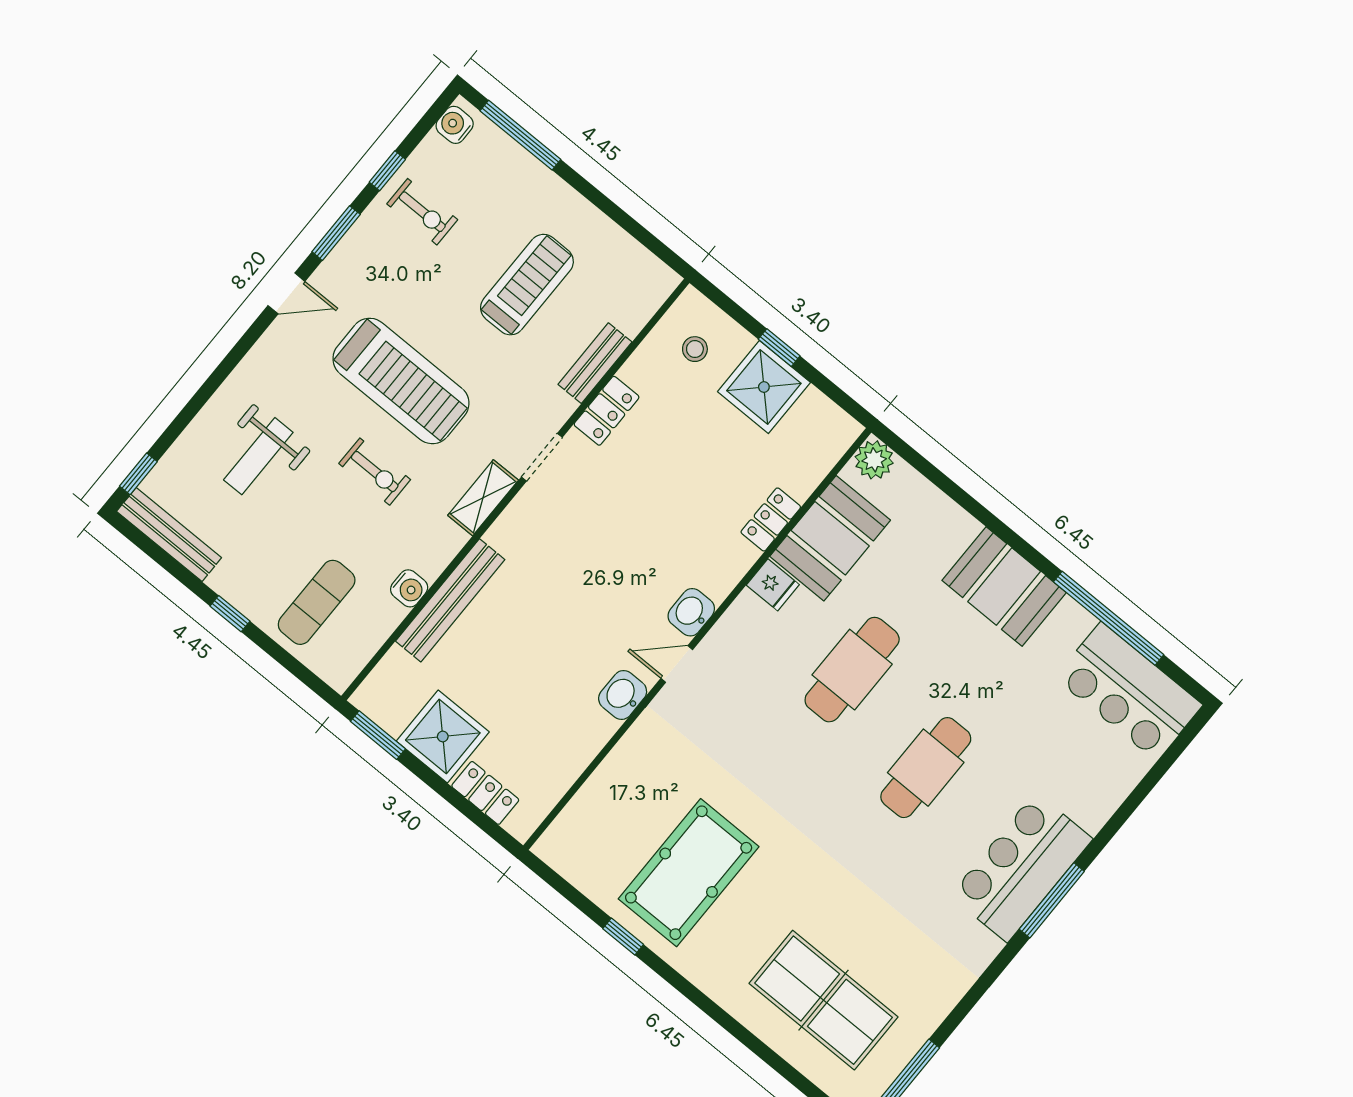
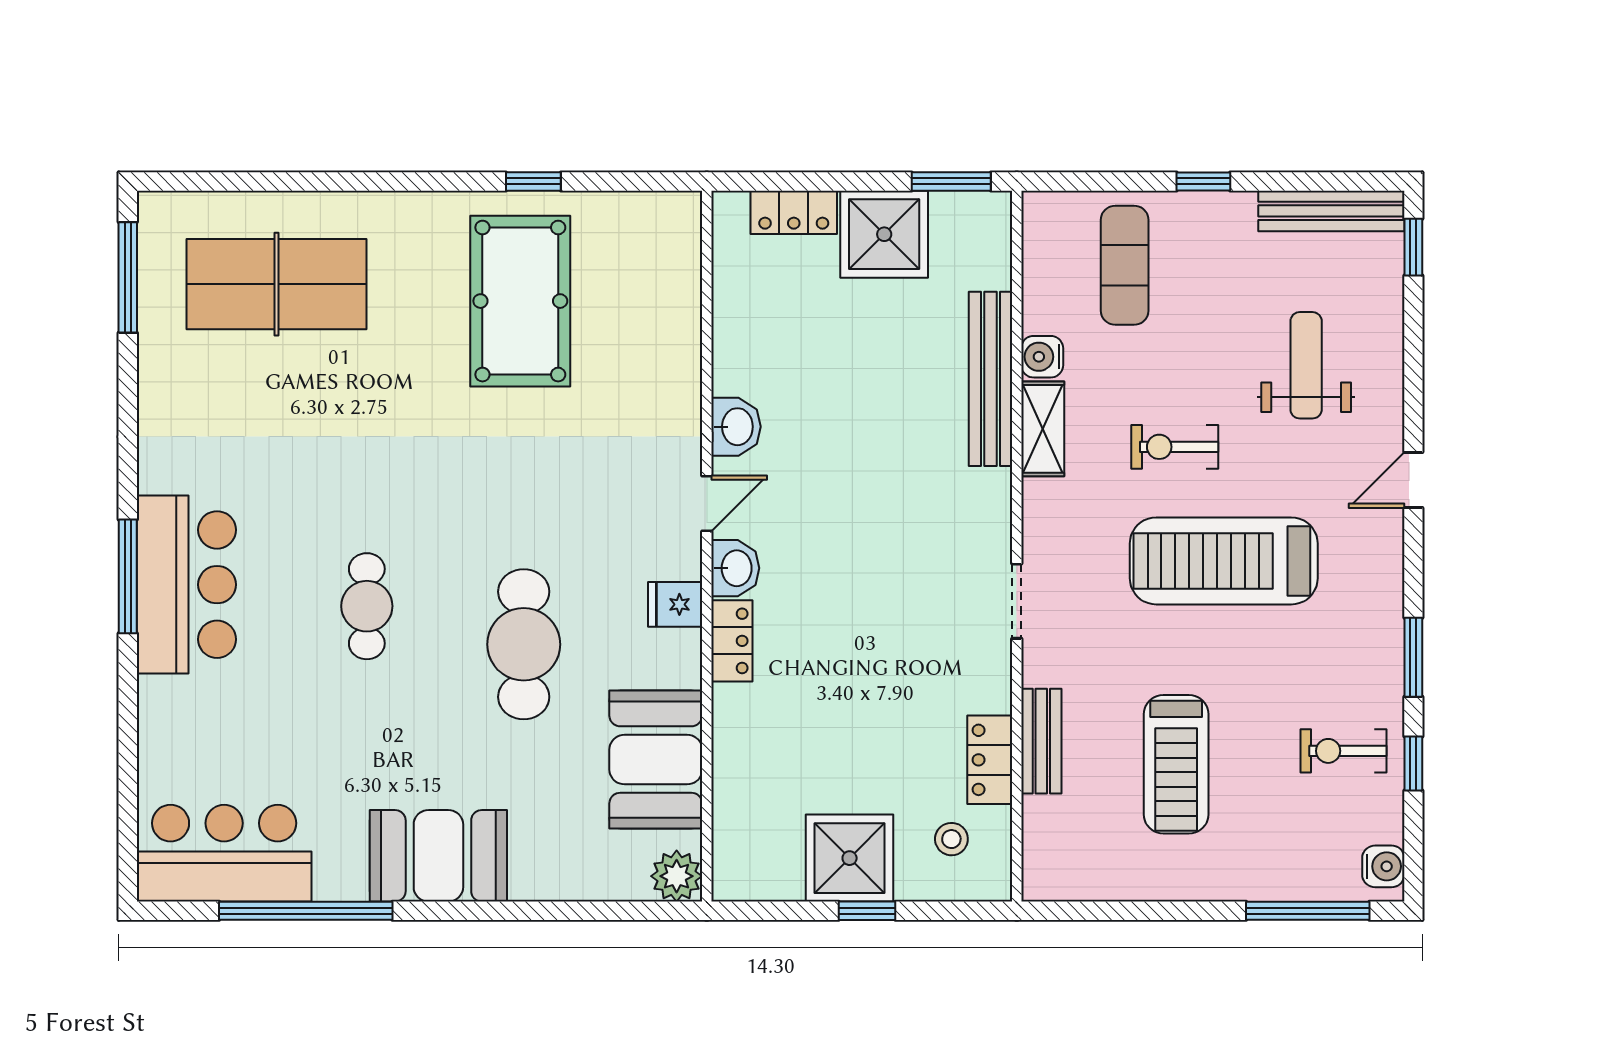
door: (286, 293) -> (1413, 480), moved
locker: (607, 411) -> (990, 760), moved
shelving: (483, 498) -> (1043, 429), moved
locker: (771, 519) -> (732, 641), moved
fridge: (773, 585) -> (675, 604), moved
cafe table: (926, 768) -> (367, 606), width x0.73, depth x0.74

